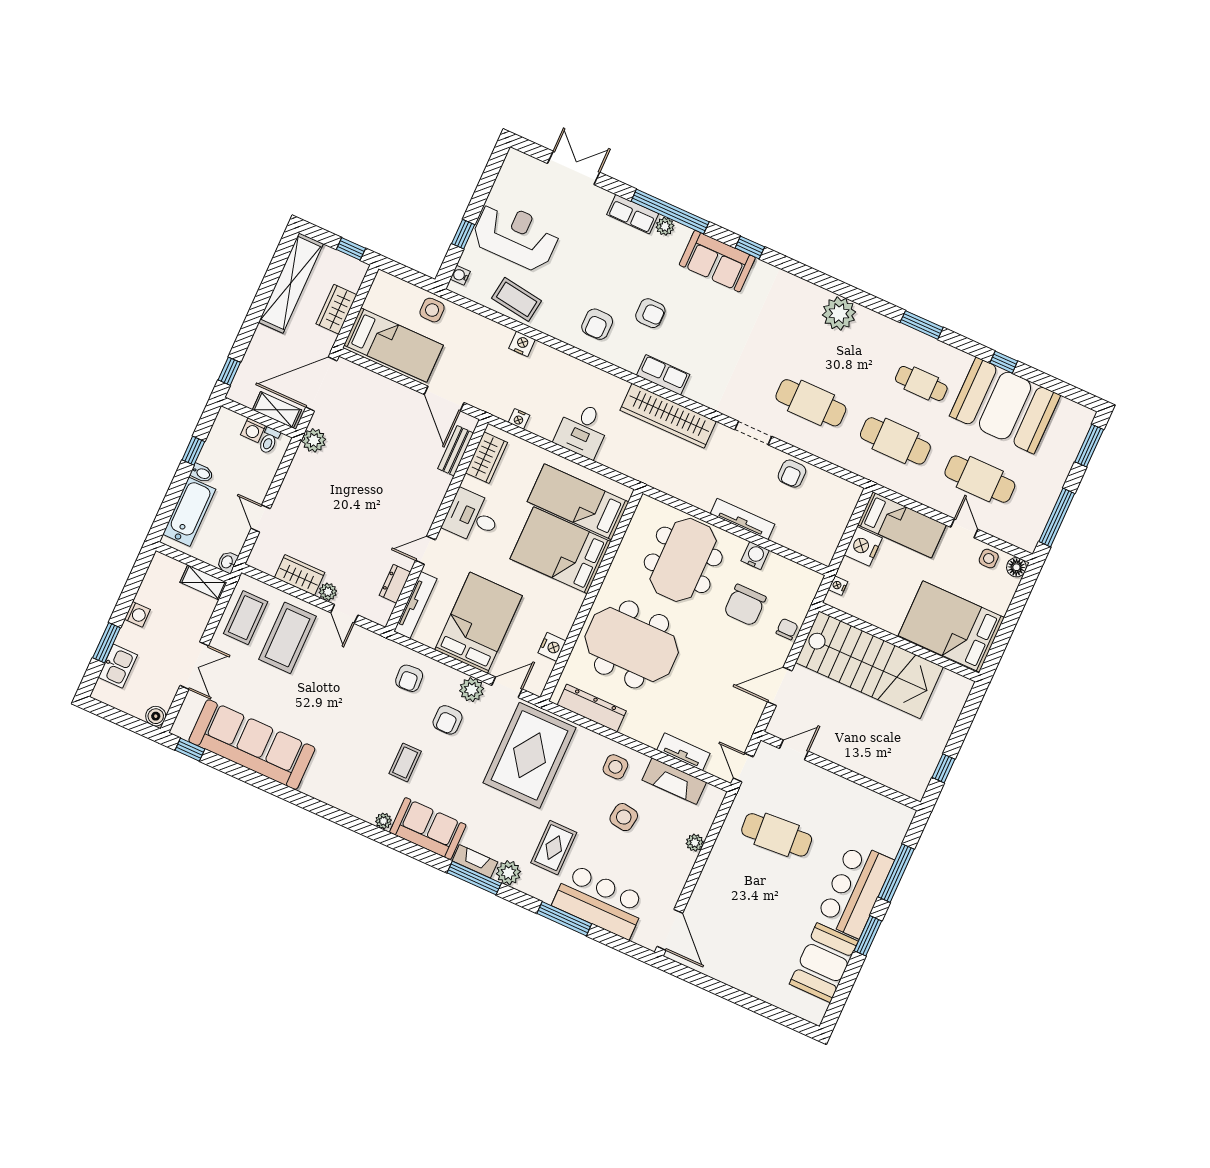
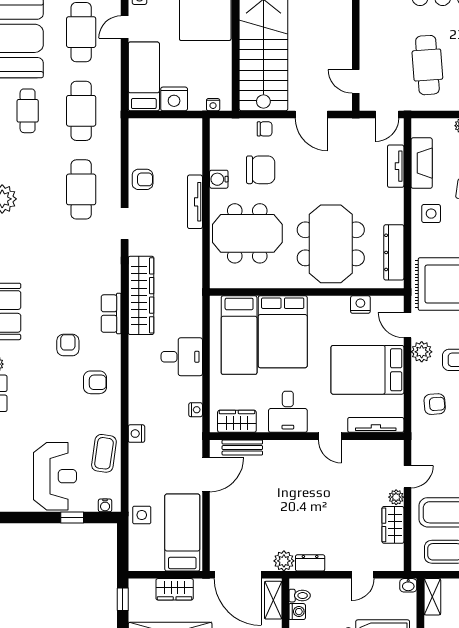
reception desk: (516, 236) -> (55, 476), turned 180
dresser: (395, 584) -> (310, 563), moved, turned 180
chair: (787, 629) -> (265, 129), turned 180

